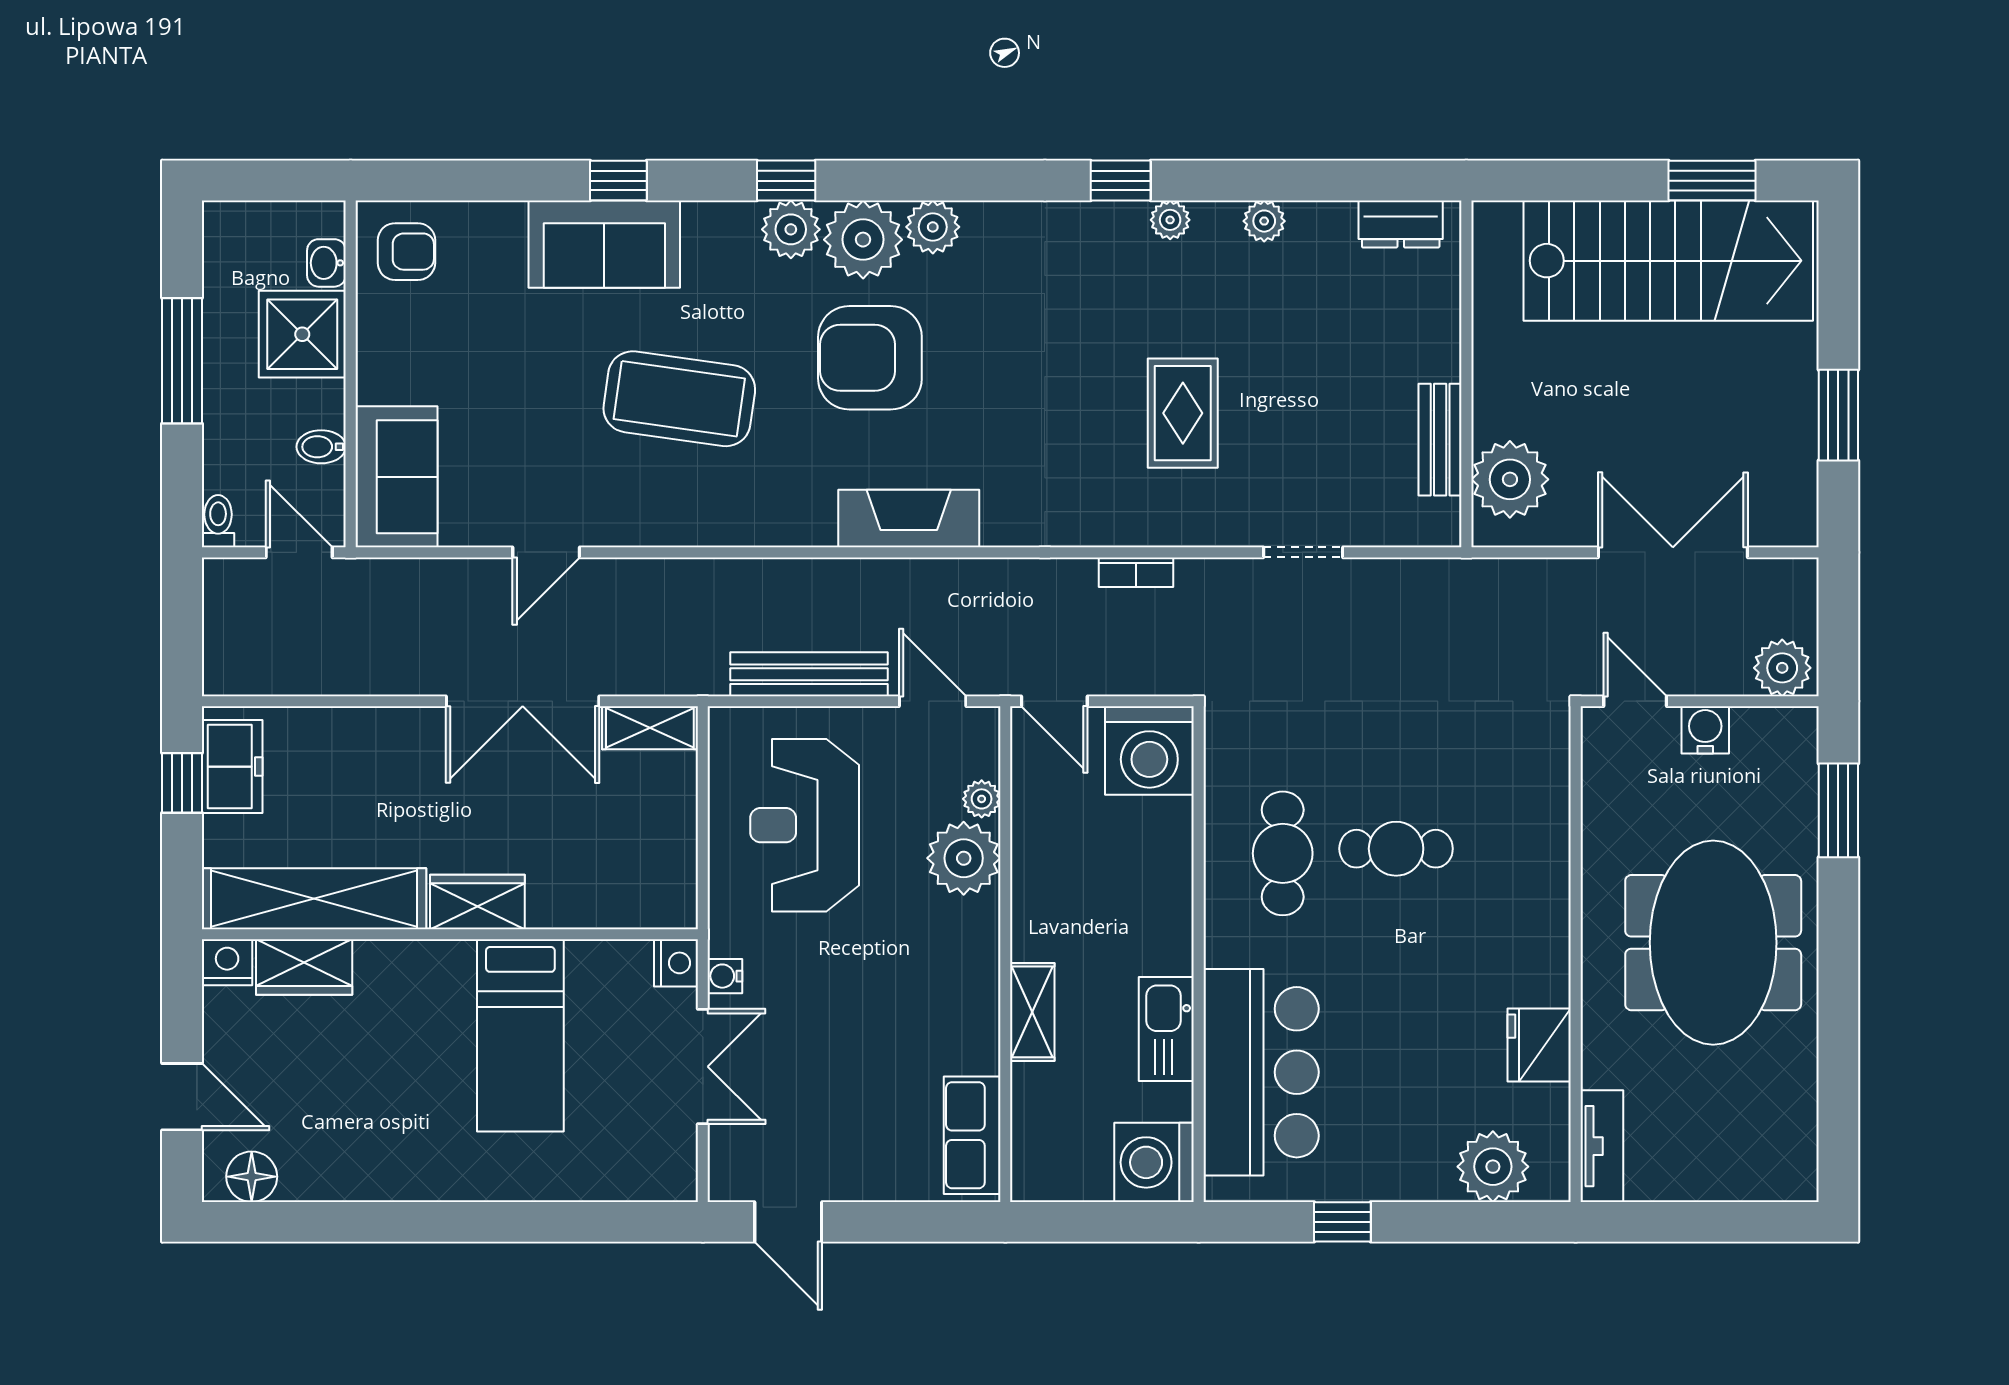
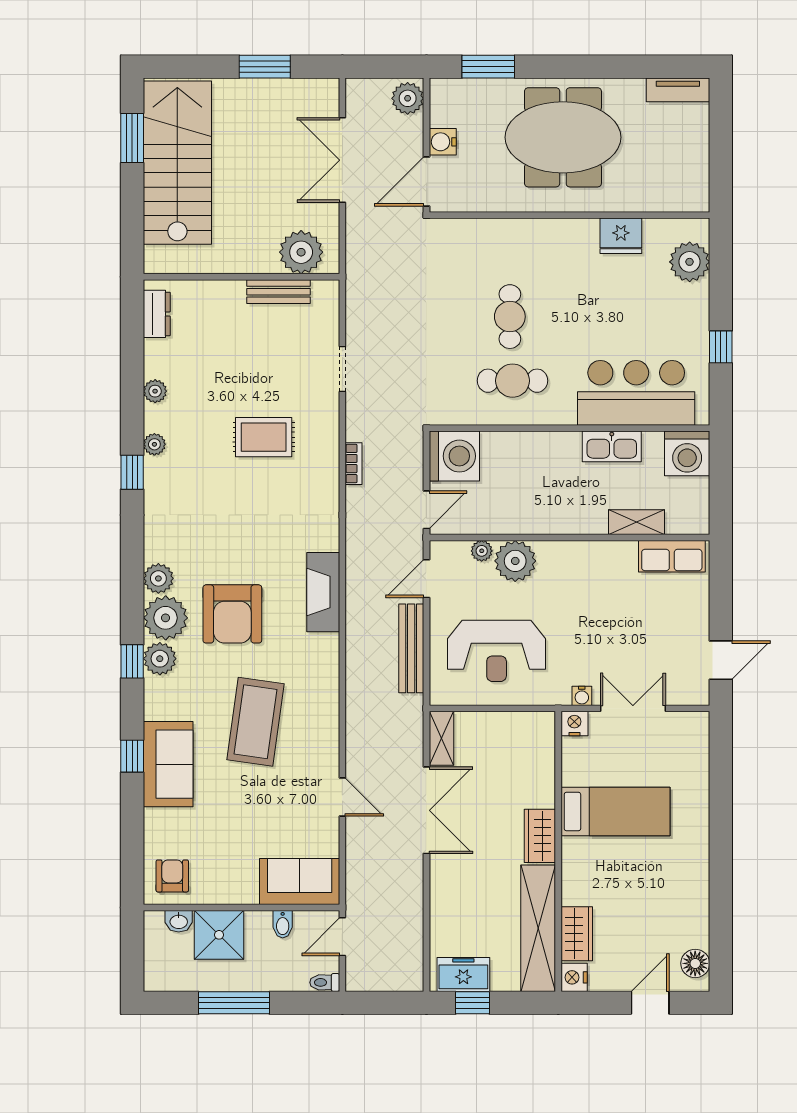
door: (1635, 701) -> (426, 181), width x1.38
shelving: (1032, 1012) -> (637, 522), moved
tv unit: (1602, 1146) -> (678, 90), moved, turned 180

